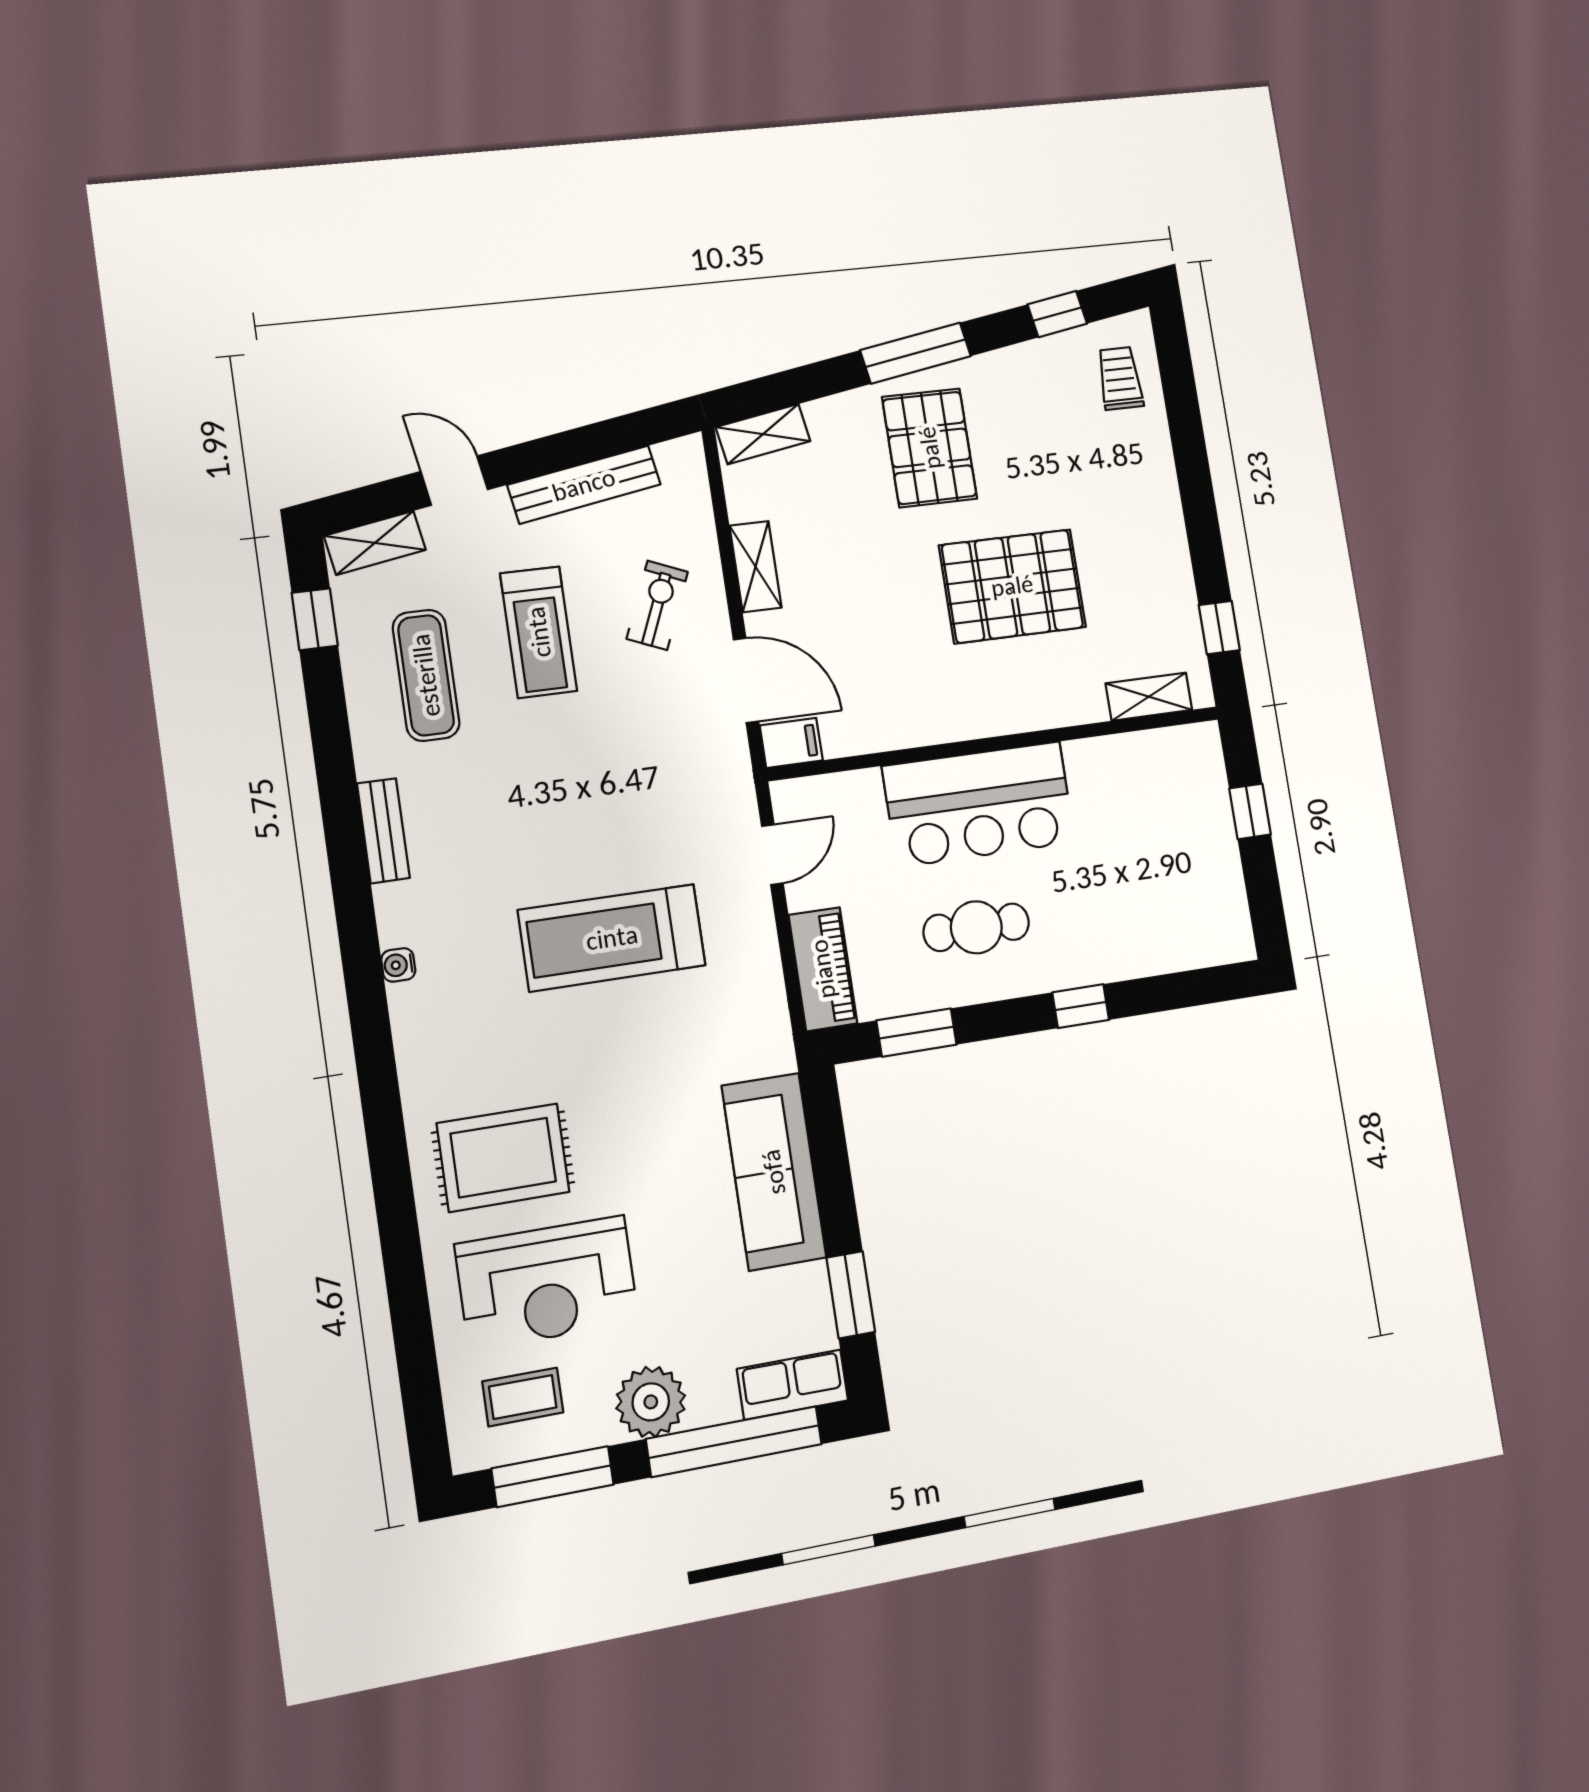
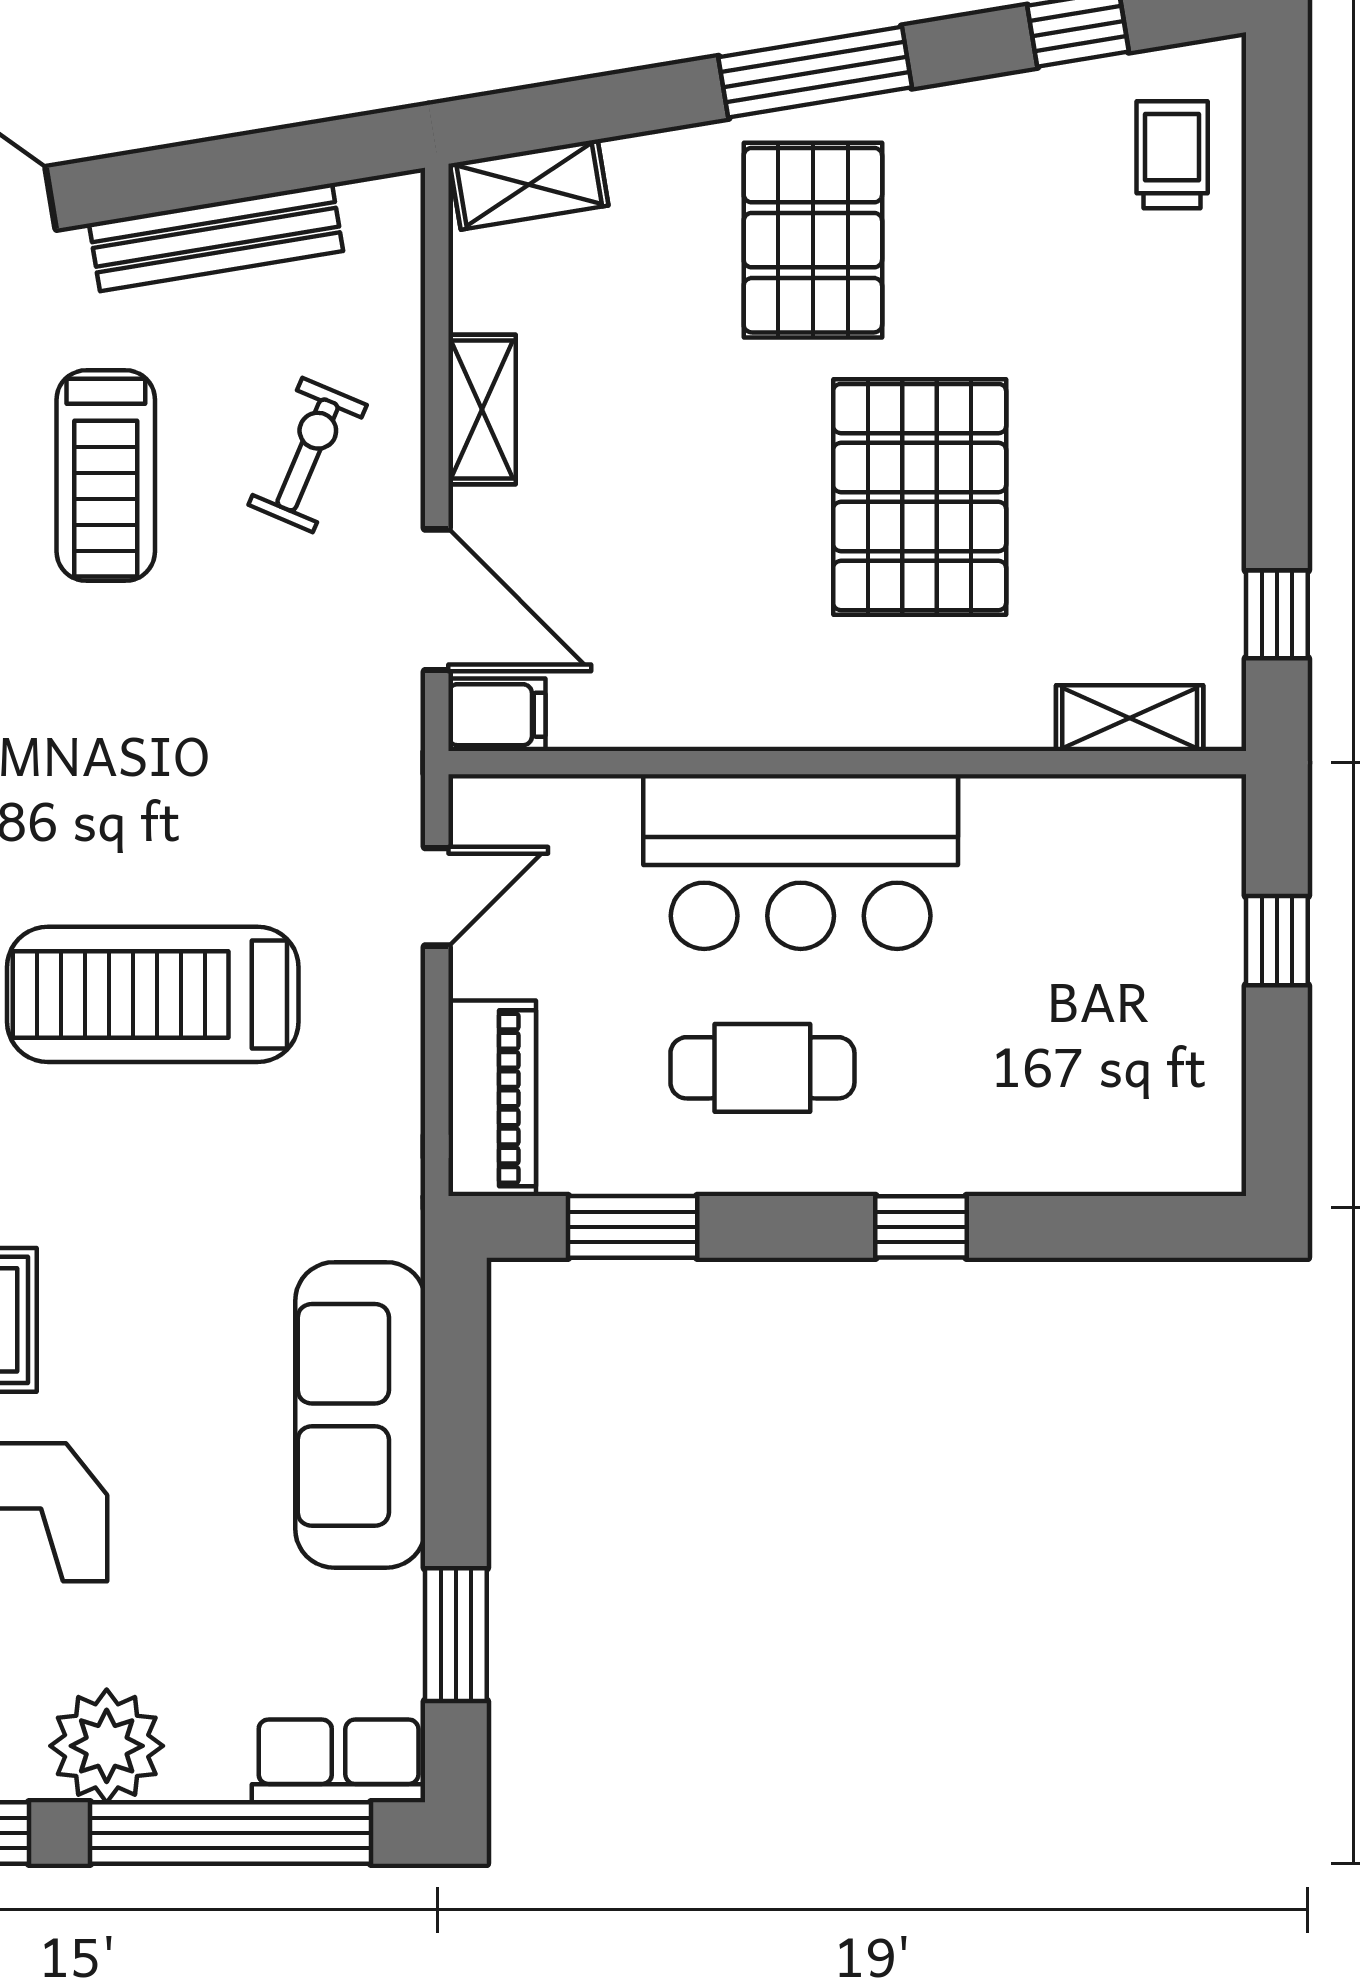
pallet: (1012, 586) -> (920, 497), turned 90

